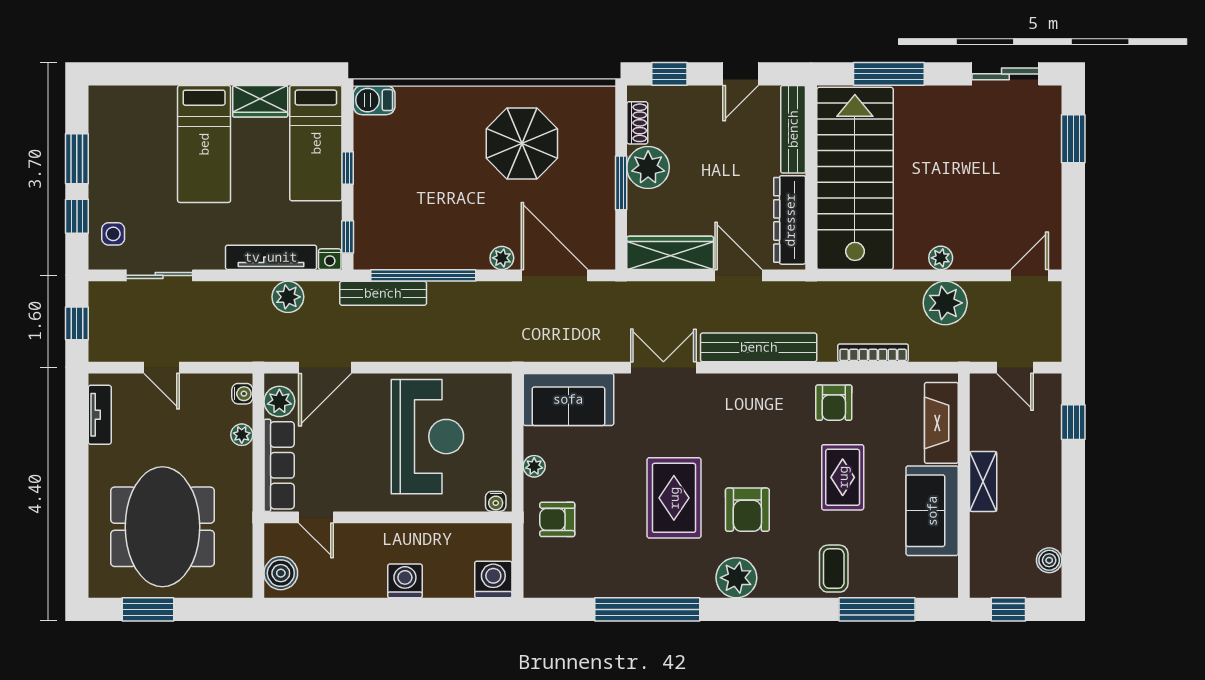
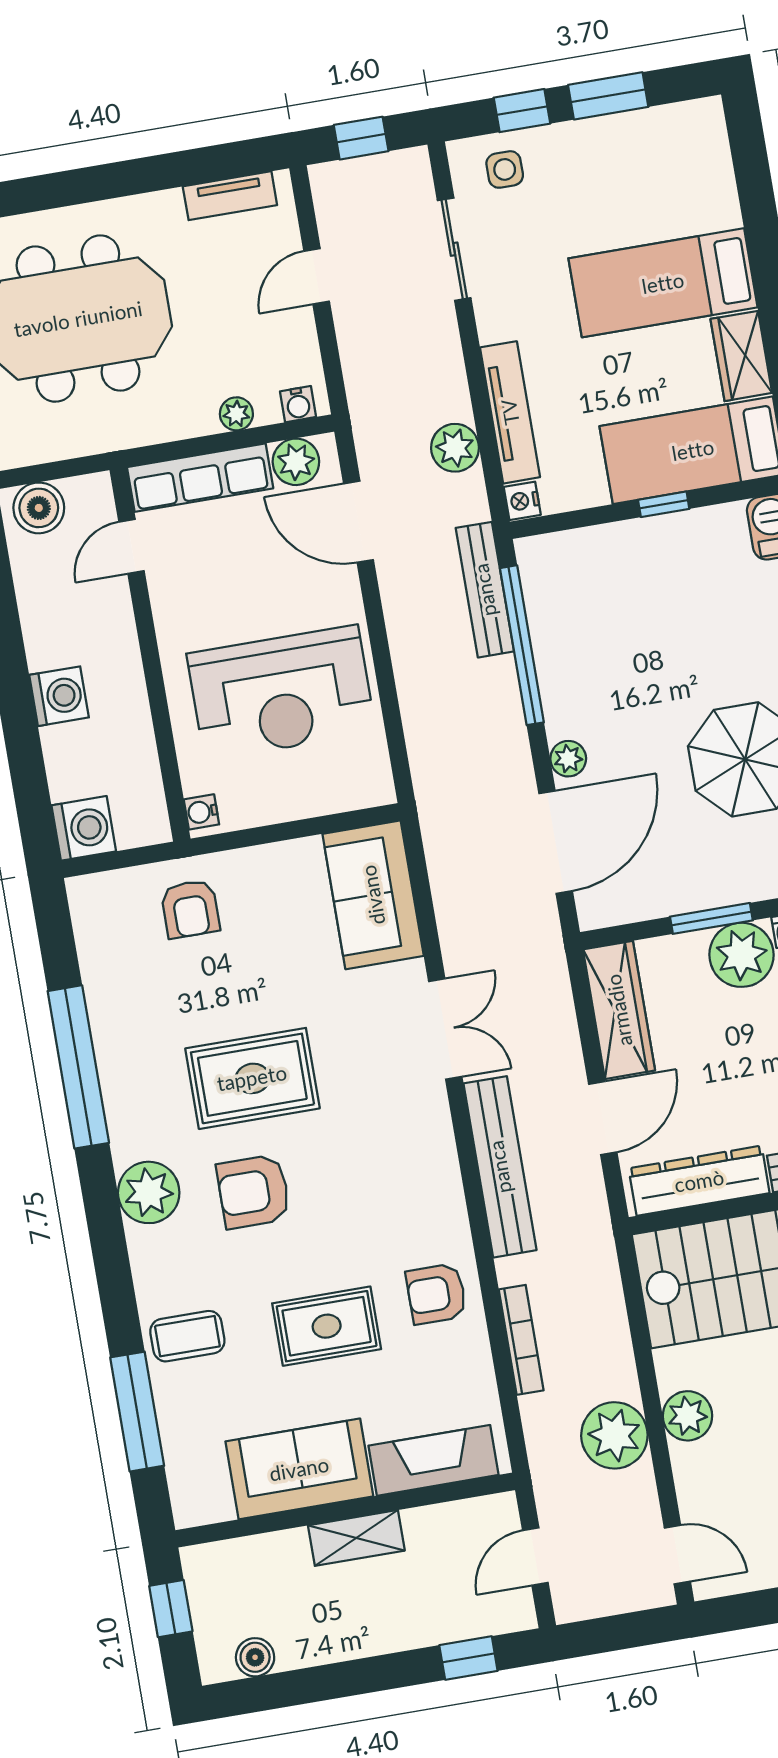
window: (348, 237) -> (560, 522), removed
plant: (941, 258) -> (688, 1416), width x1.38, depth x1.38
plant: (534, 466) -> (264, 861), removed
armchair: (557, 519) -> (190, 909), turned 180

